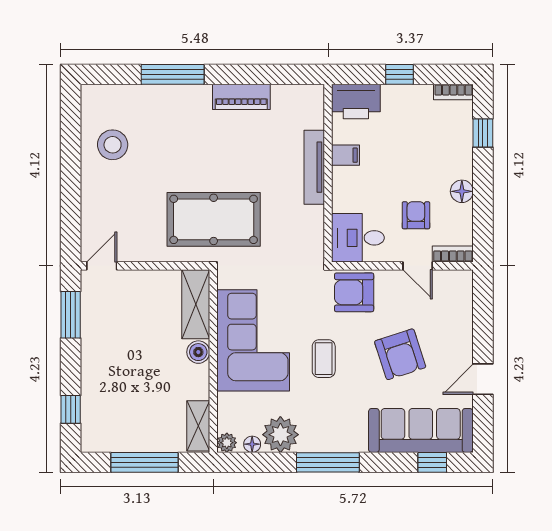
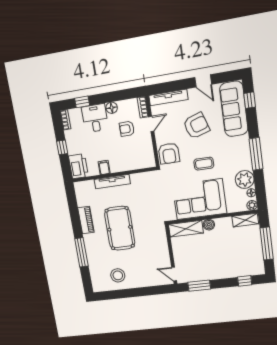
pool table: (214, 219) -> (120, 228), moved
desk: (358, 238) -> (95, 118), moved, turned 180
tv unit: (463, 307) -> (168, 98), added

